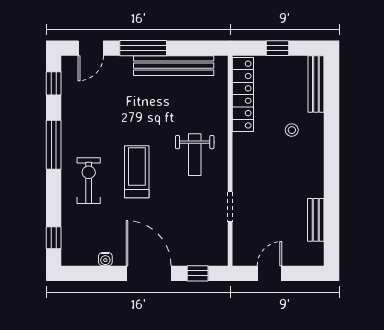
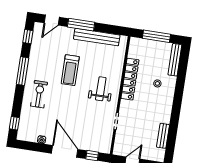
window: (278, 48) -> (156, 36), width x2.17
locker: (243, 95) -> (130, 79), moved
weight bench: (195, 155) -> (101, 89), turned 180
treadmill: (137, 172) -> (70, 70), moved, turned 180

